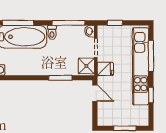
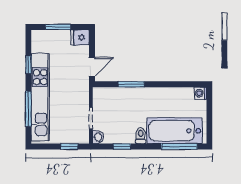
window: (68, 23) -> (122, 147), width x0.46
shower: (86, 66) -> (102, 98), removed
fridge: (105, 69) -> (80, 37), moved
door: (95, 93) -> (92, 67), swing flipped

